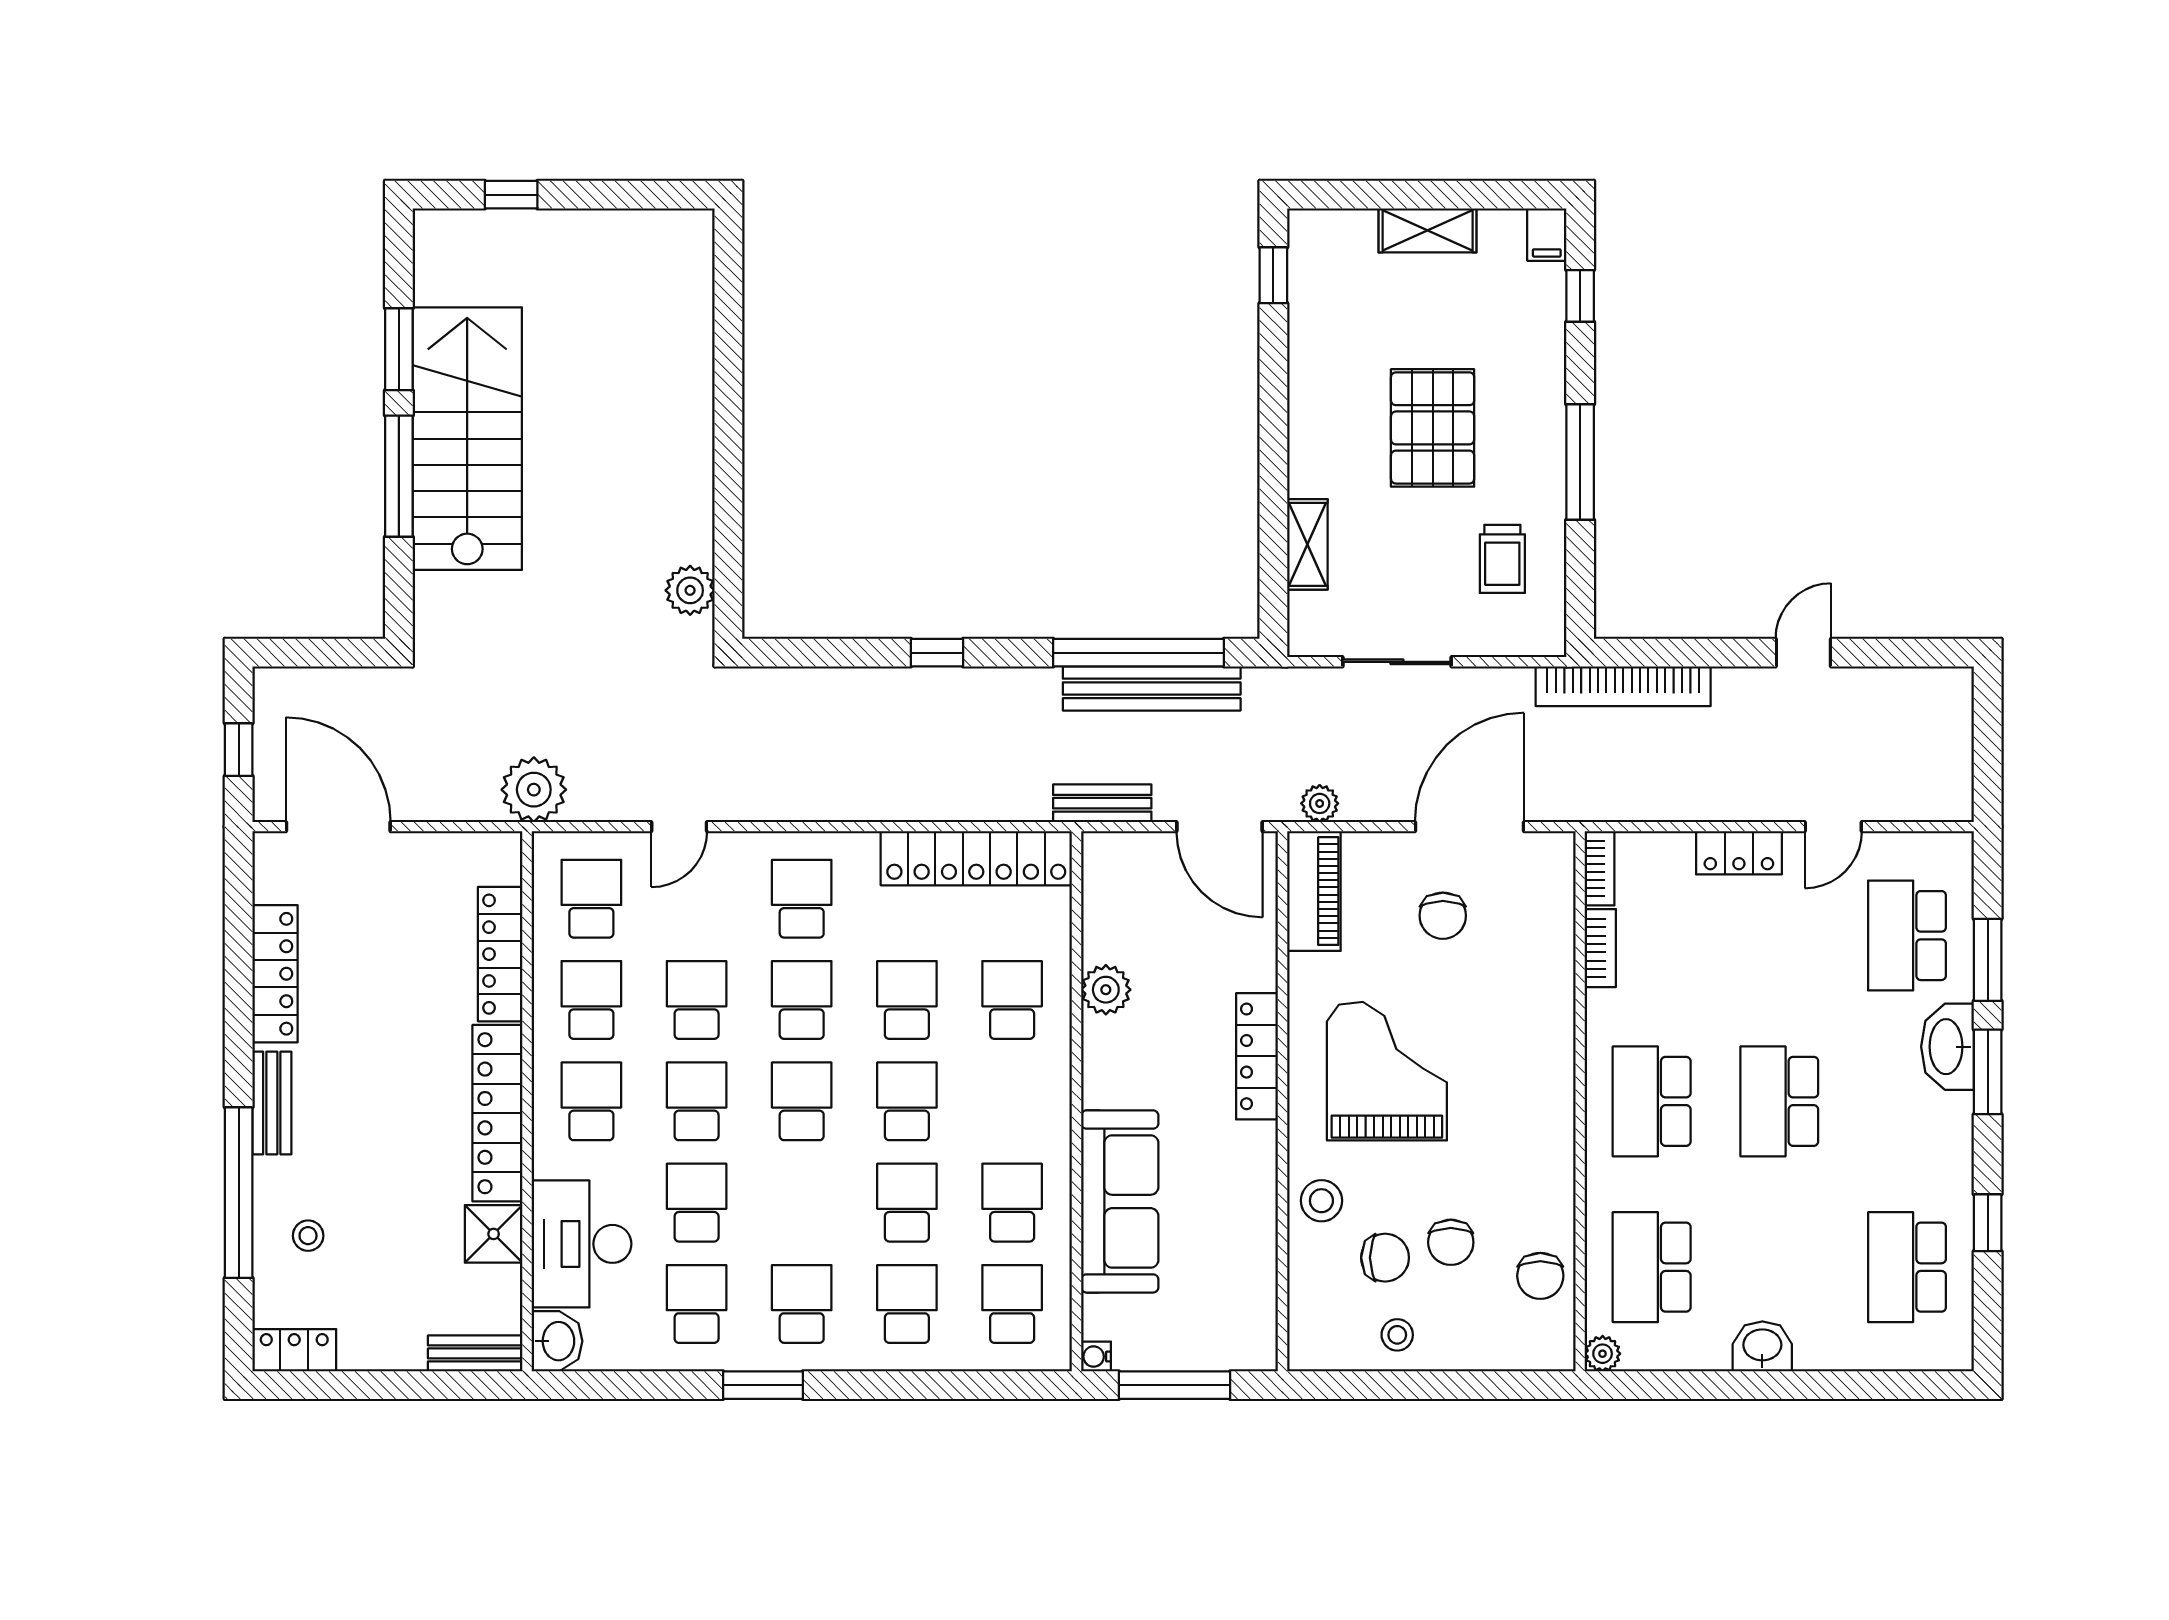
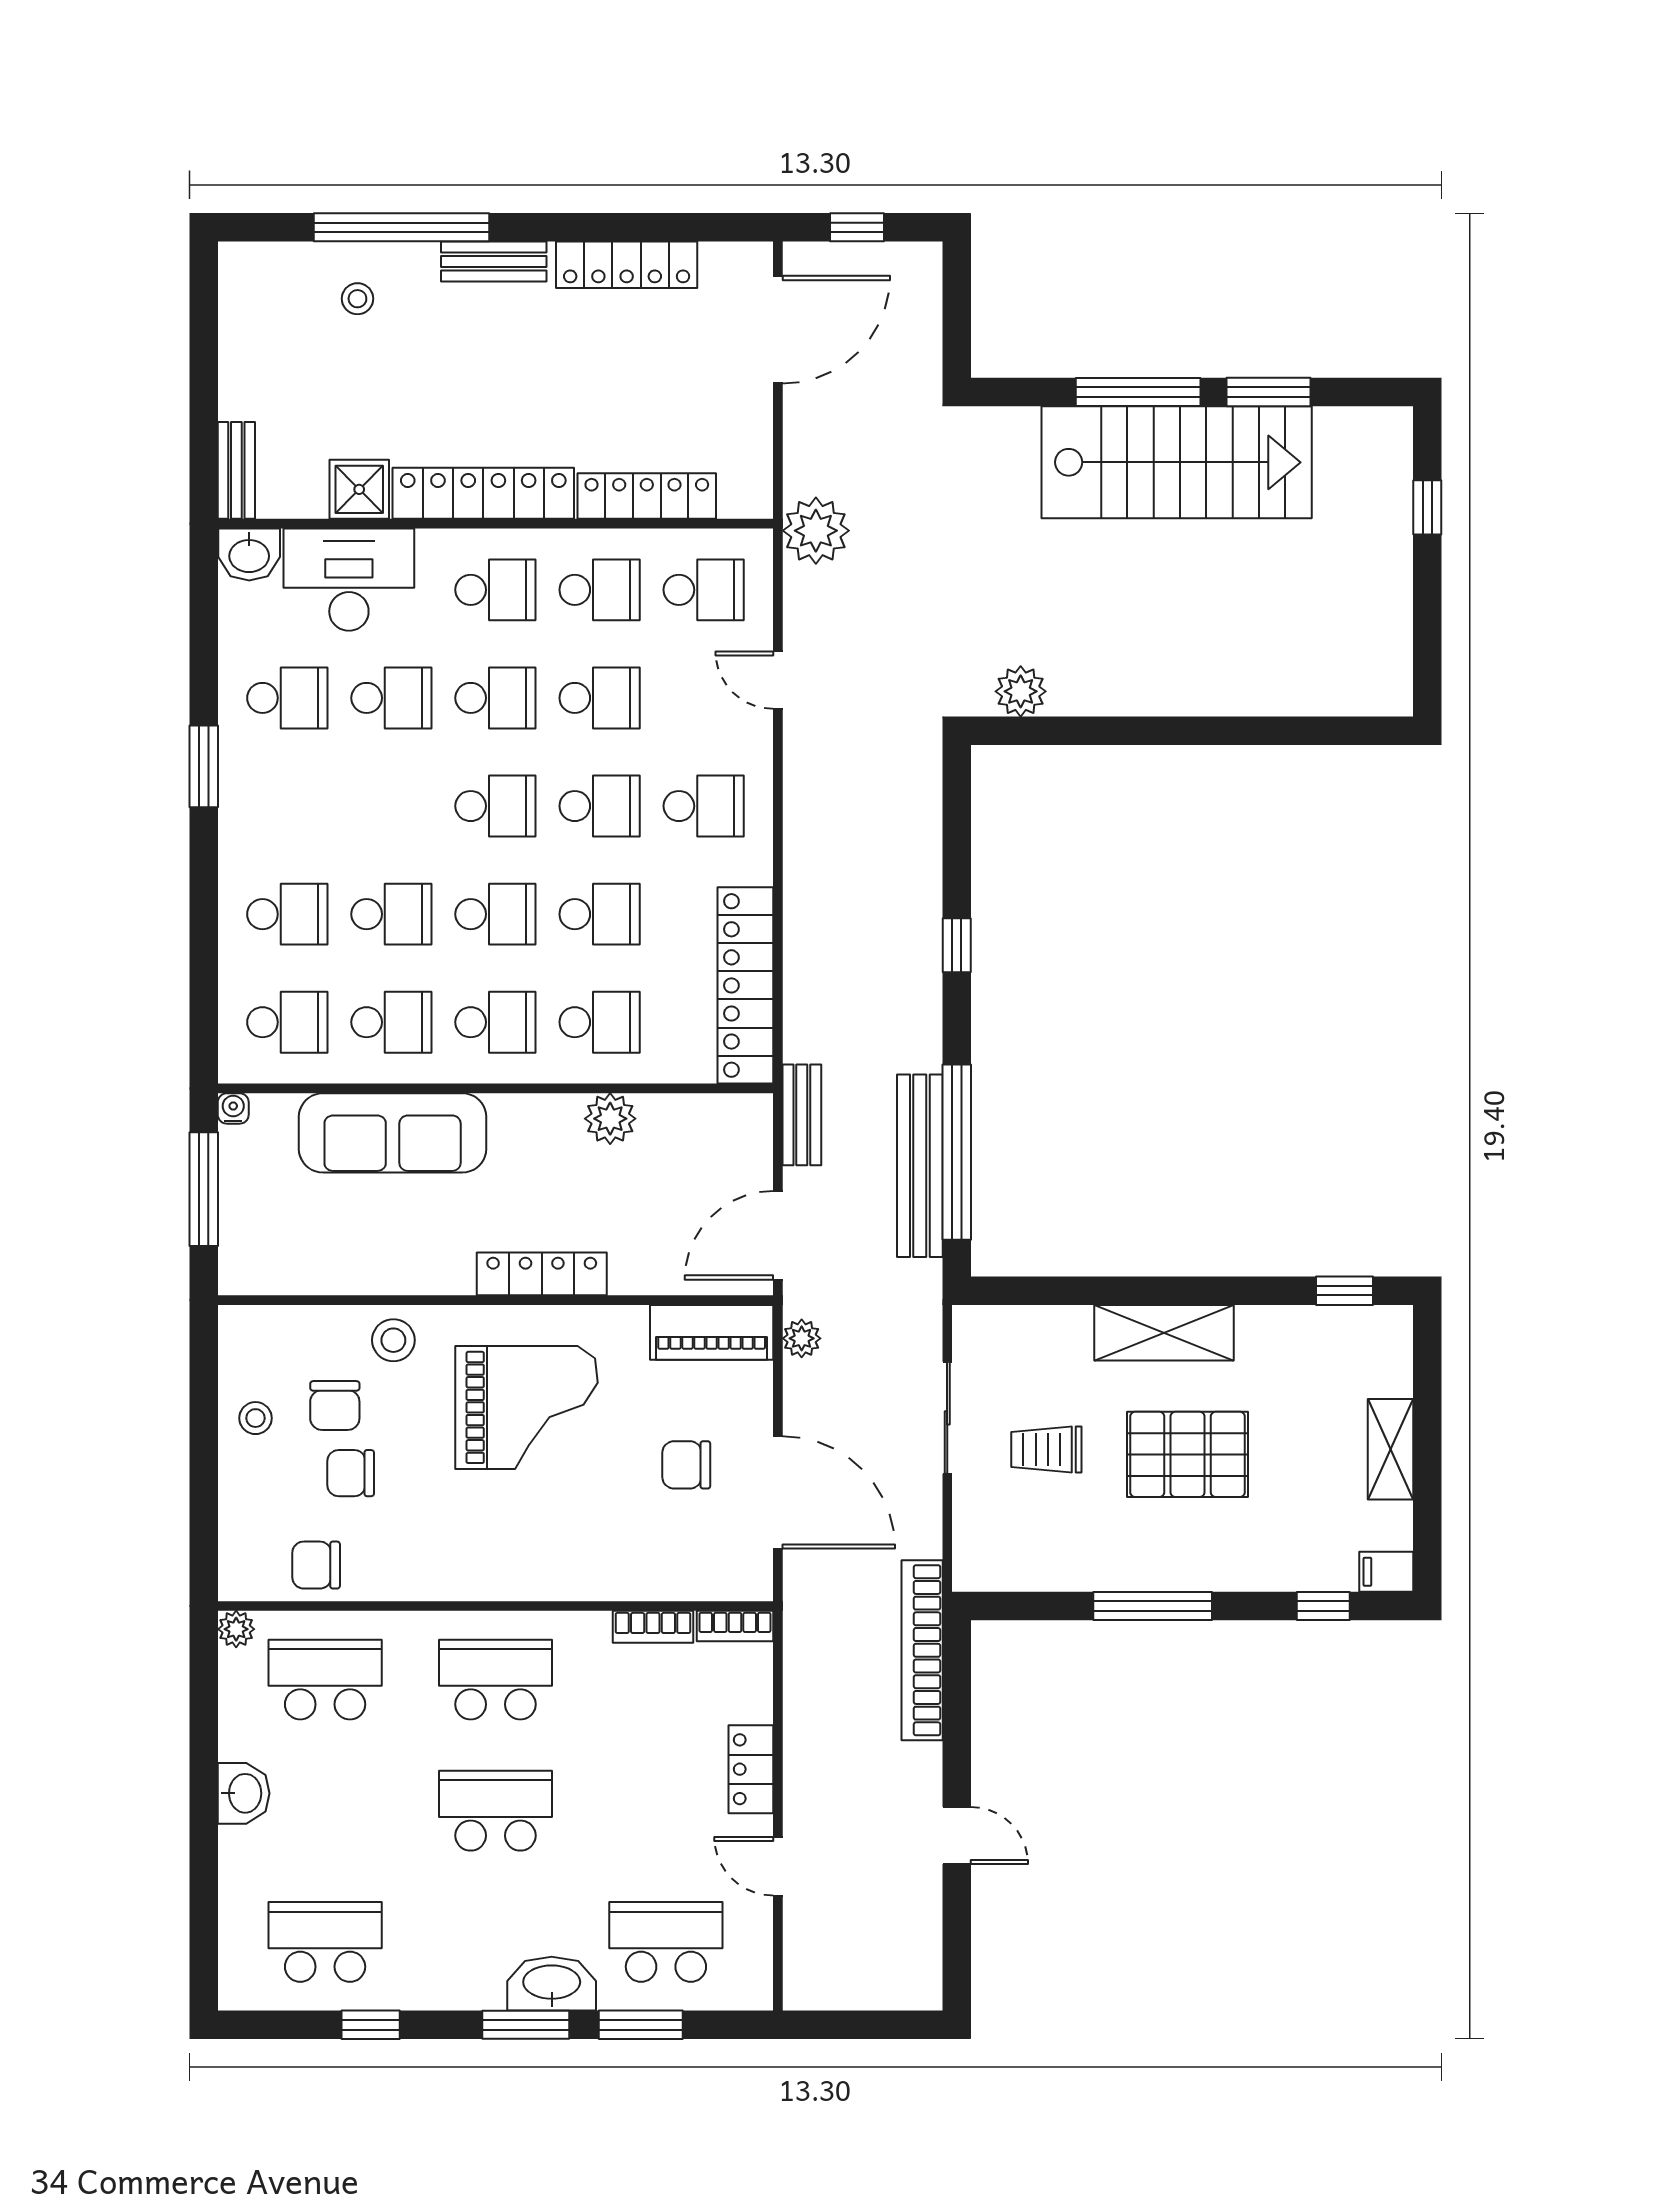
shelving: (1307, 544) -> (1164, 1333), moved, width x1.50, depth x1.33
trolley: (1502, 559) -> (1046, 1449), moved
school desk: (802, 1304) -> (495, 1022), moved
locker: (294, 1350) -> (240, 284), removed

